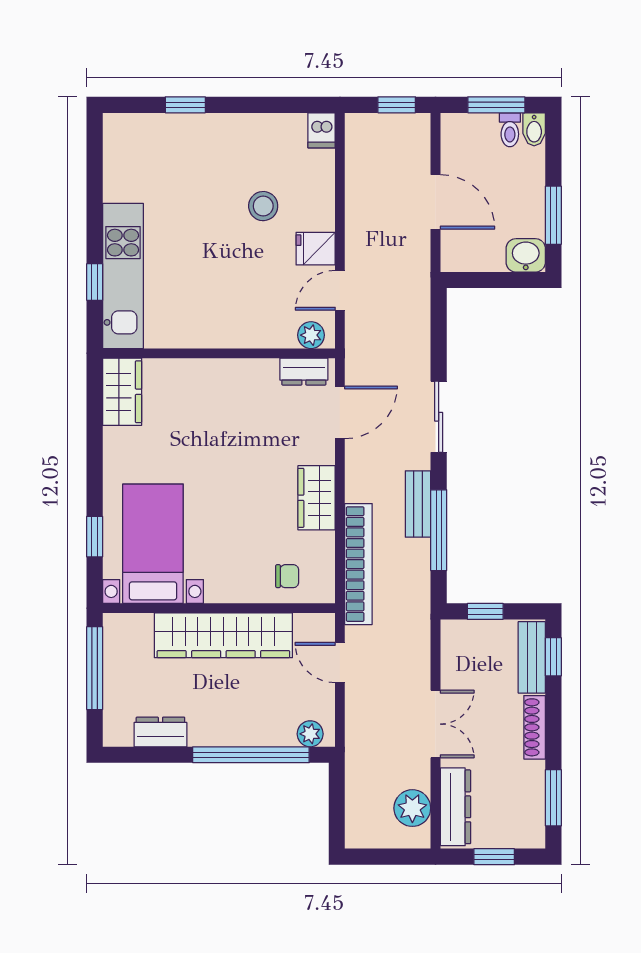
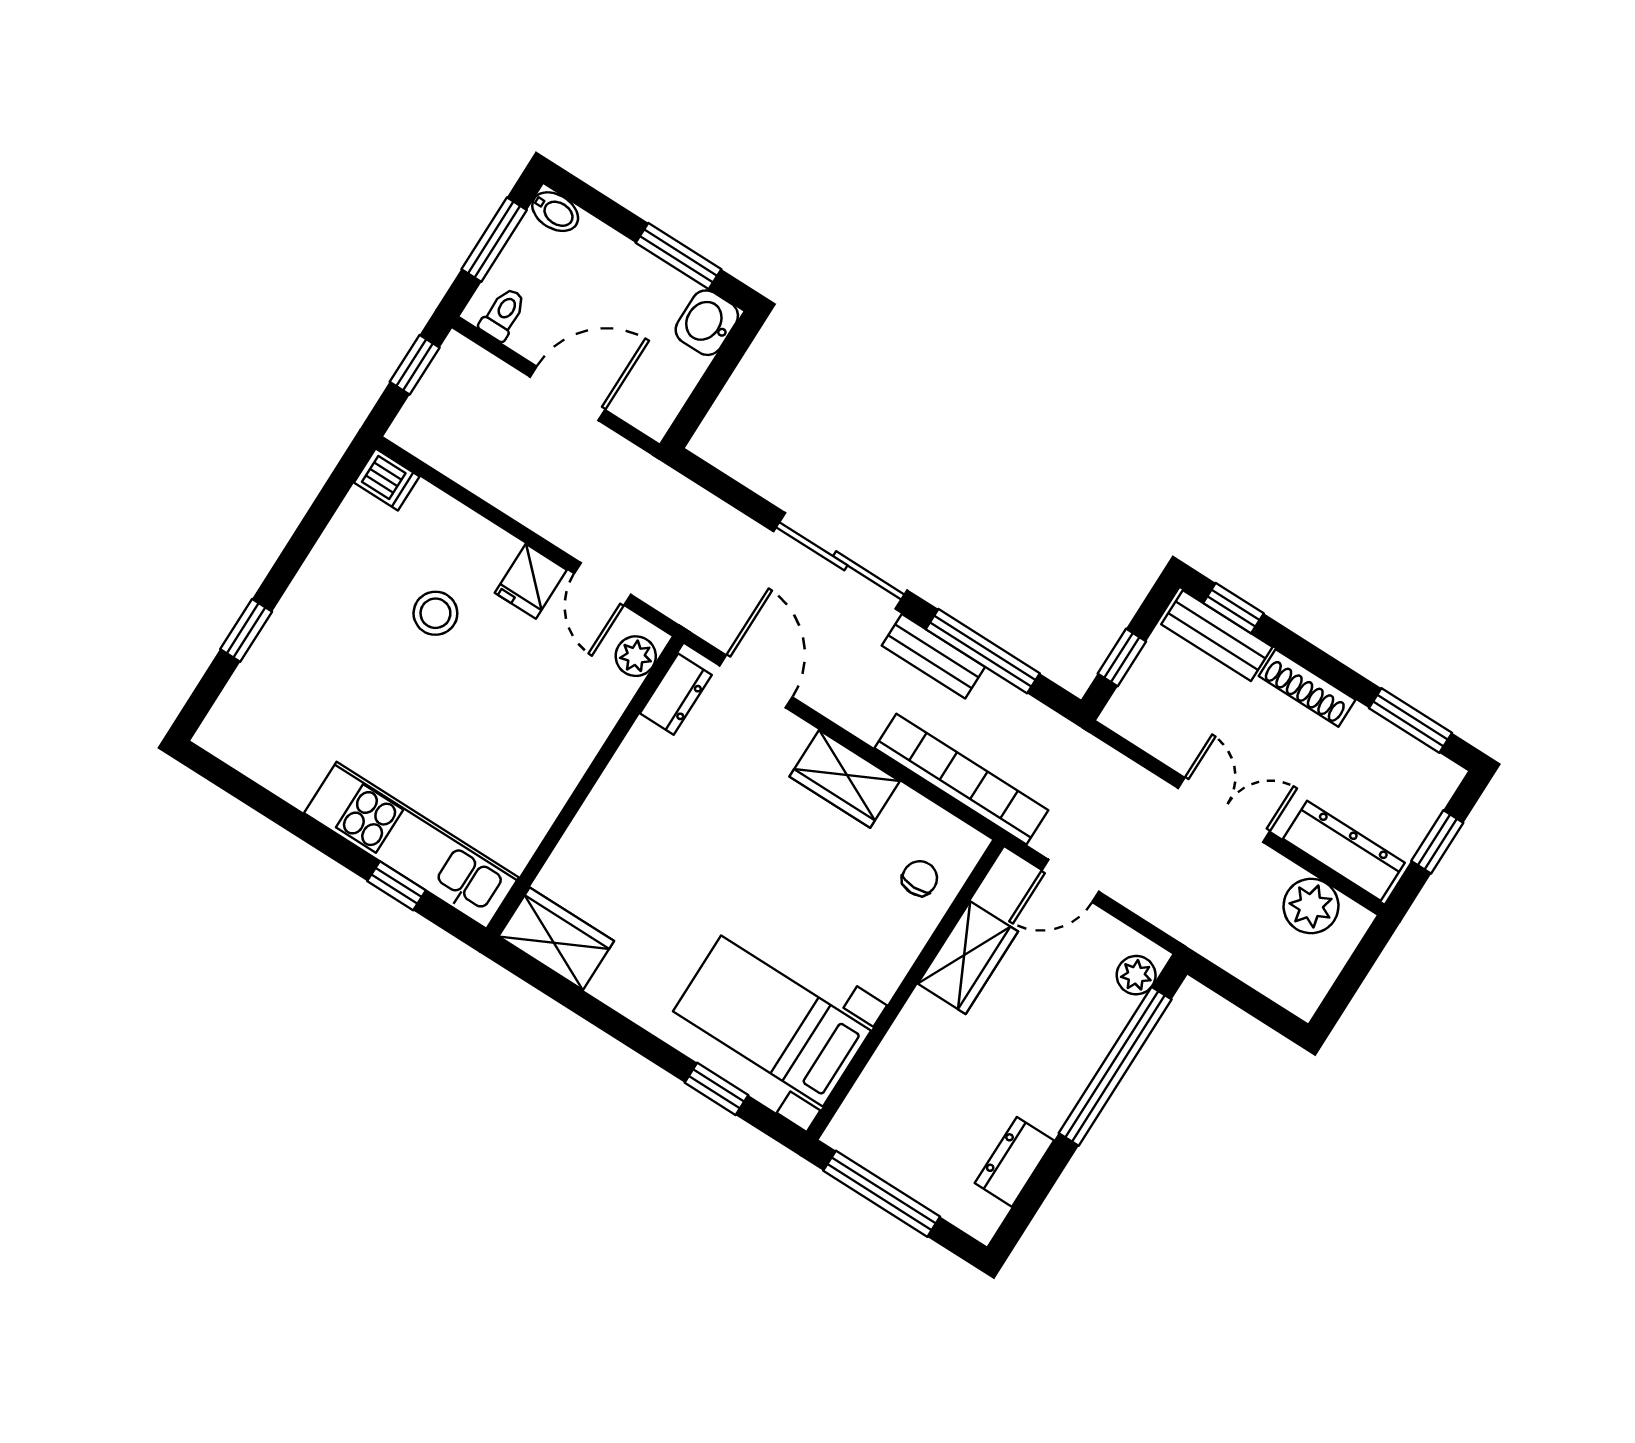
toilet: (510, 130) -> (503, 314), moved, turned -90
sliding door: (439, 417) -> (840, 561), width x1.37
wardrobe: (223, 635) -> (968, 958), width x0.48, depth x0.85

